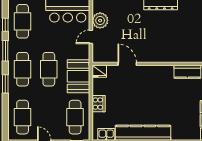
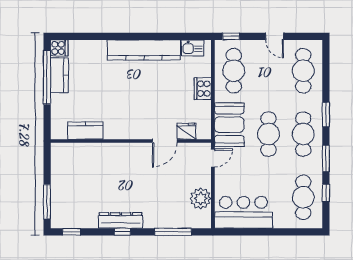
door: (91, 37) -> (213, 158), moved
door: (127, 64) -> (165, 141), hinge flipped
fridge: (99, 71) -> (186, 131), moved

